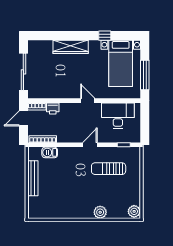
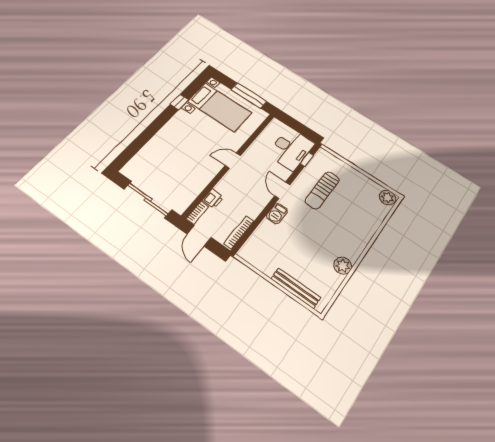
wardrobe: (71, 47) -> (163, 138), removed
desk: (118, 116) -> (291, 149), moved, turned 180
barbecue: (50, 152) -> (277, 214), moved
bench: (33, 178) -> (296, 288), moved
plant: (100, 212) -> (343, 266), moved

